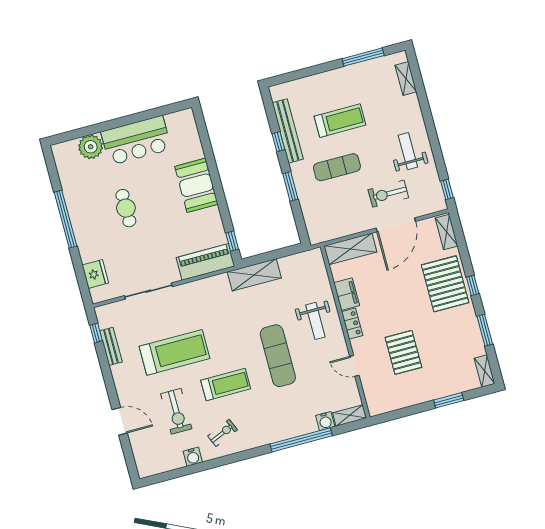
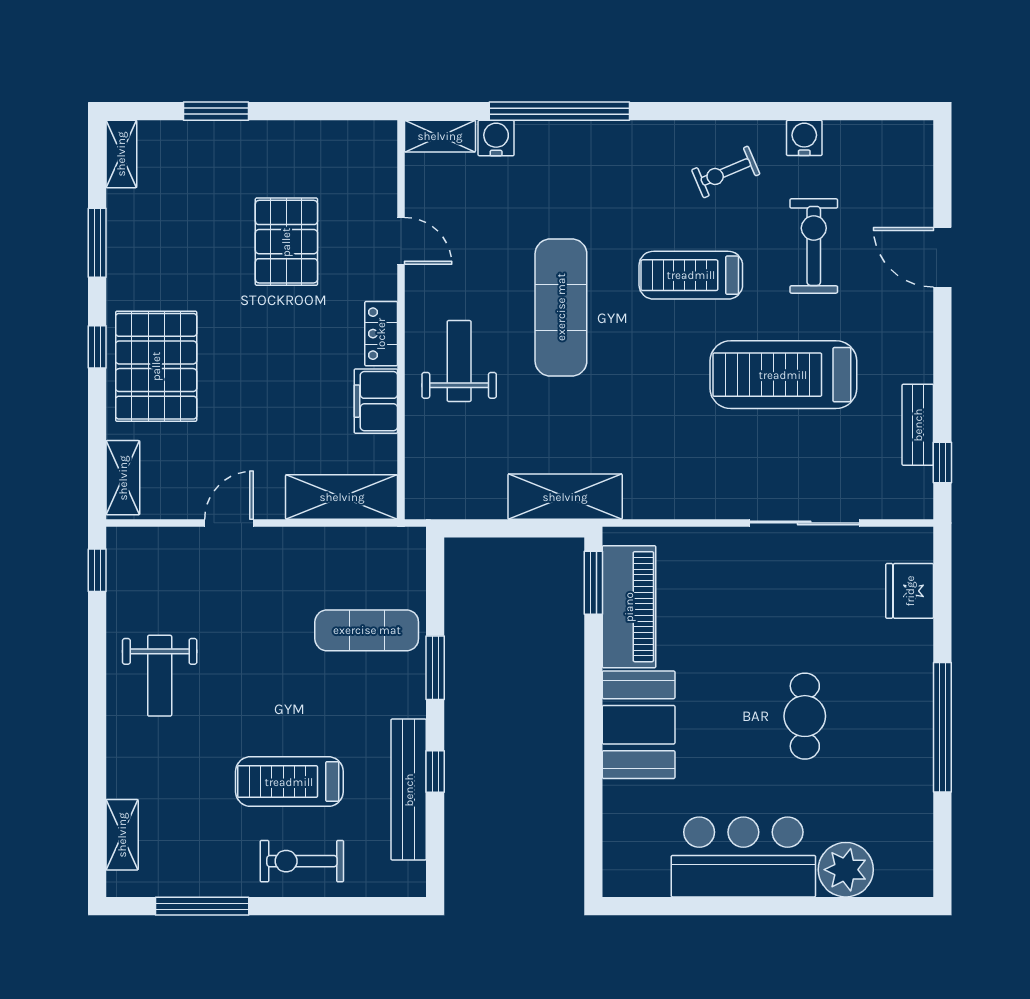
exercise mat: (337, 167) -> (367, 630), moved
exercise bike: (388, 194) -> (302, 861), moved, turned 180
door: (396, 225) -> (229, 523), width x0.53
window: (232, 241) -> (593, 583), width x1.50
piano: (205, 262) -> (629, 607), moved, turned -90

